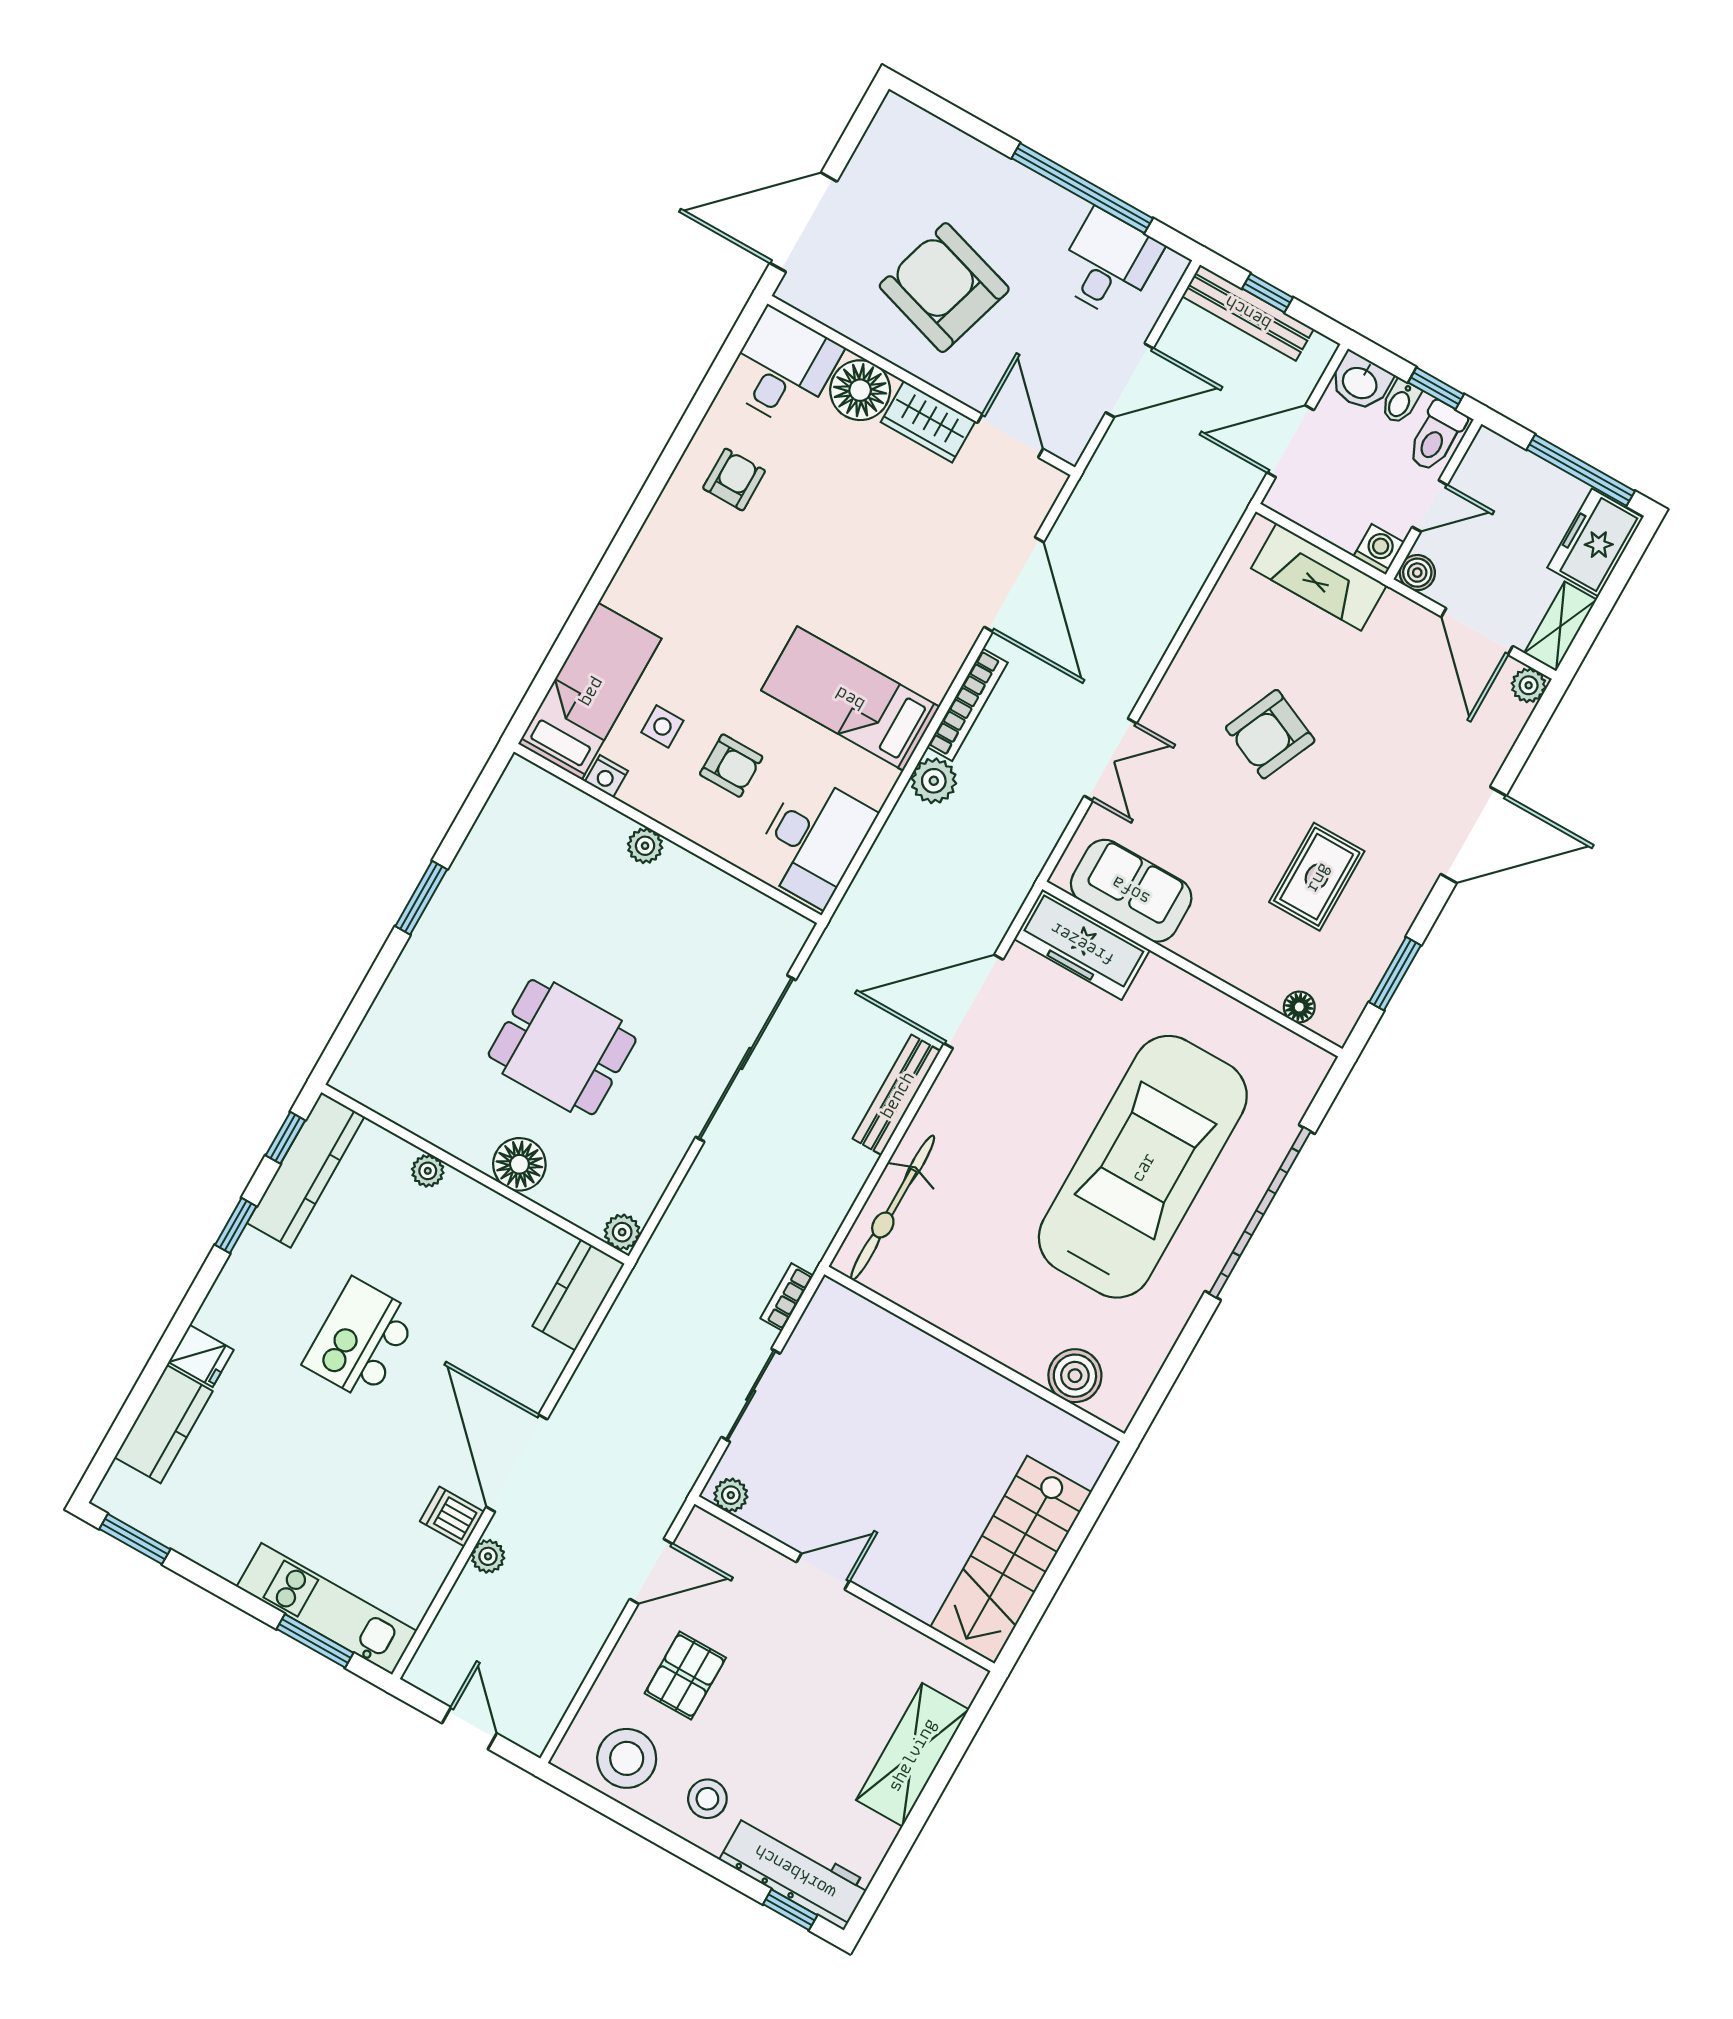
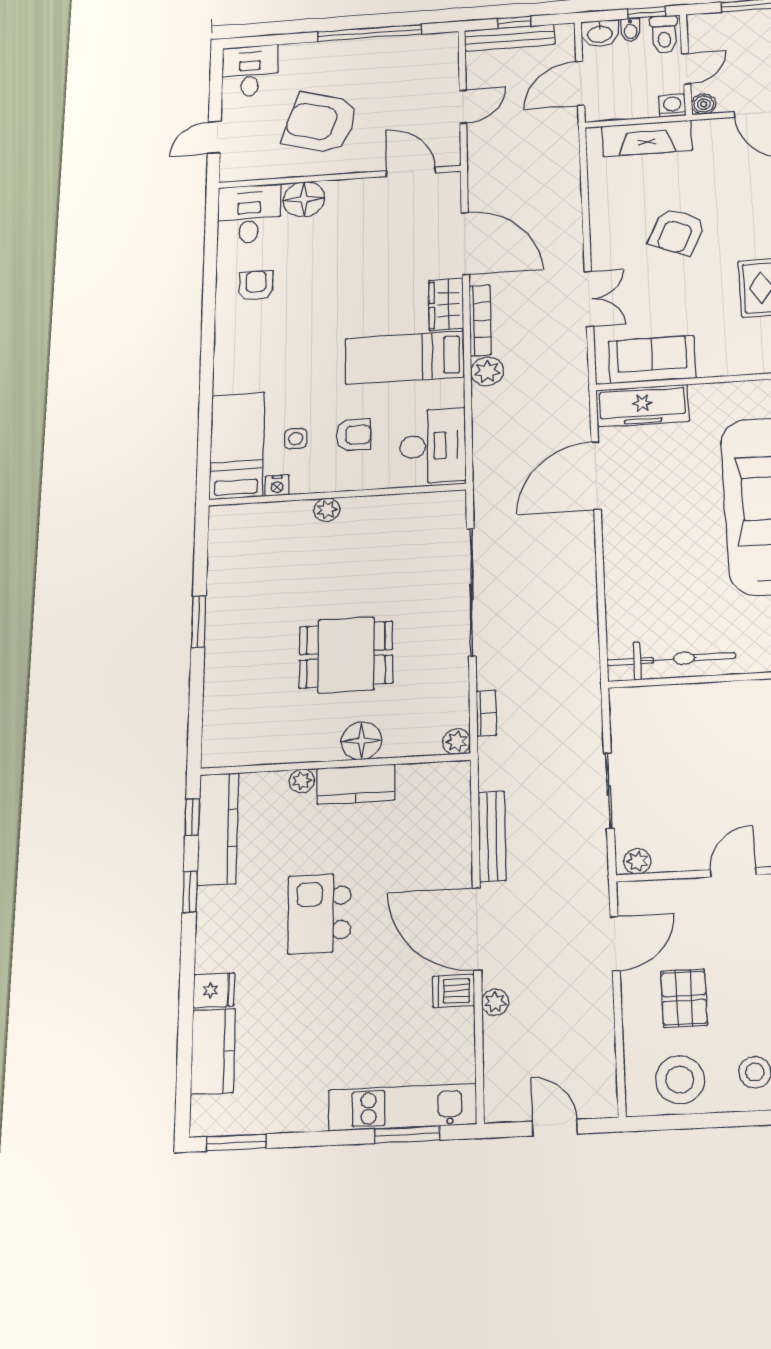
door: (803, 222) -> (214, 137), width x0.53
desk: (1108, 264) -> (250, 71), moved
door: (1129, 380) -> (463, 107), width x0.73
wardrobe: (928, 422) -> (446, 304), moved, turned 90
bench: (897, 1095) -> (492, 836), moved
bicycle: (893, 1208) -> (671, 659), moved, turned -90
kitchen counter: (578, 1295) -> (356, 784), moved, turned -90
bookcase: (787, 1297) -> (486, 713), moved, turned 180

